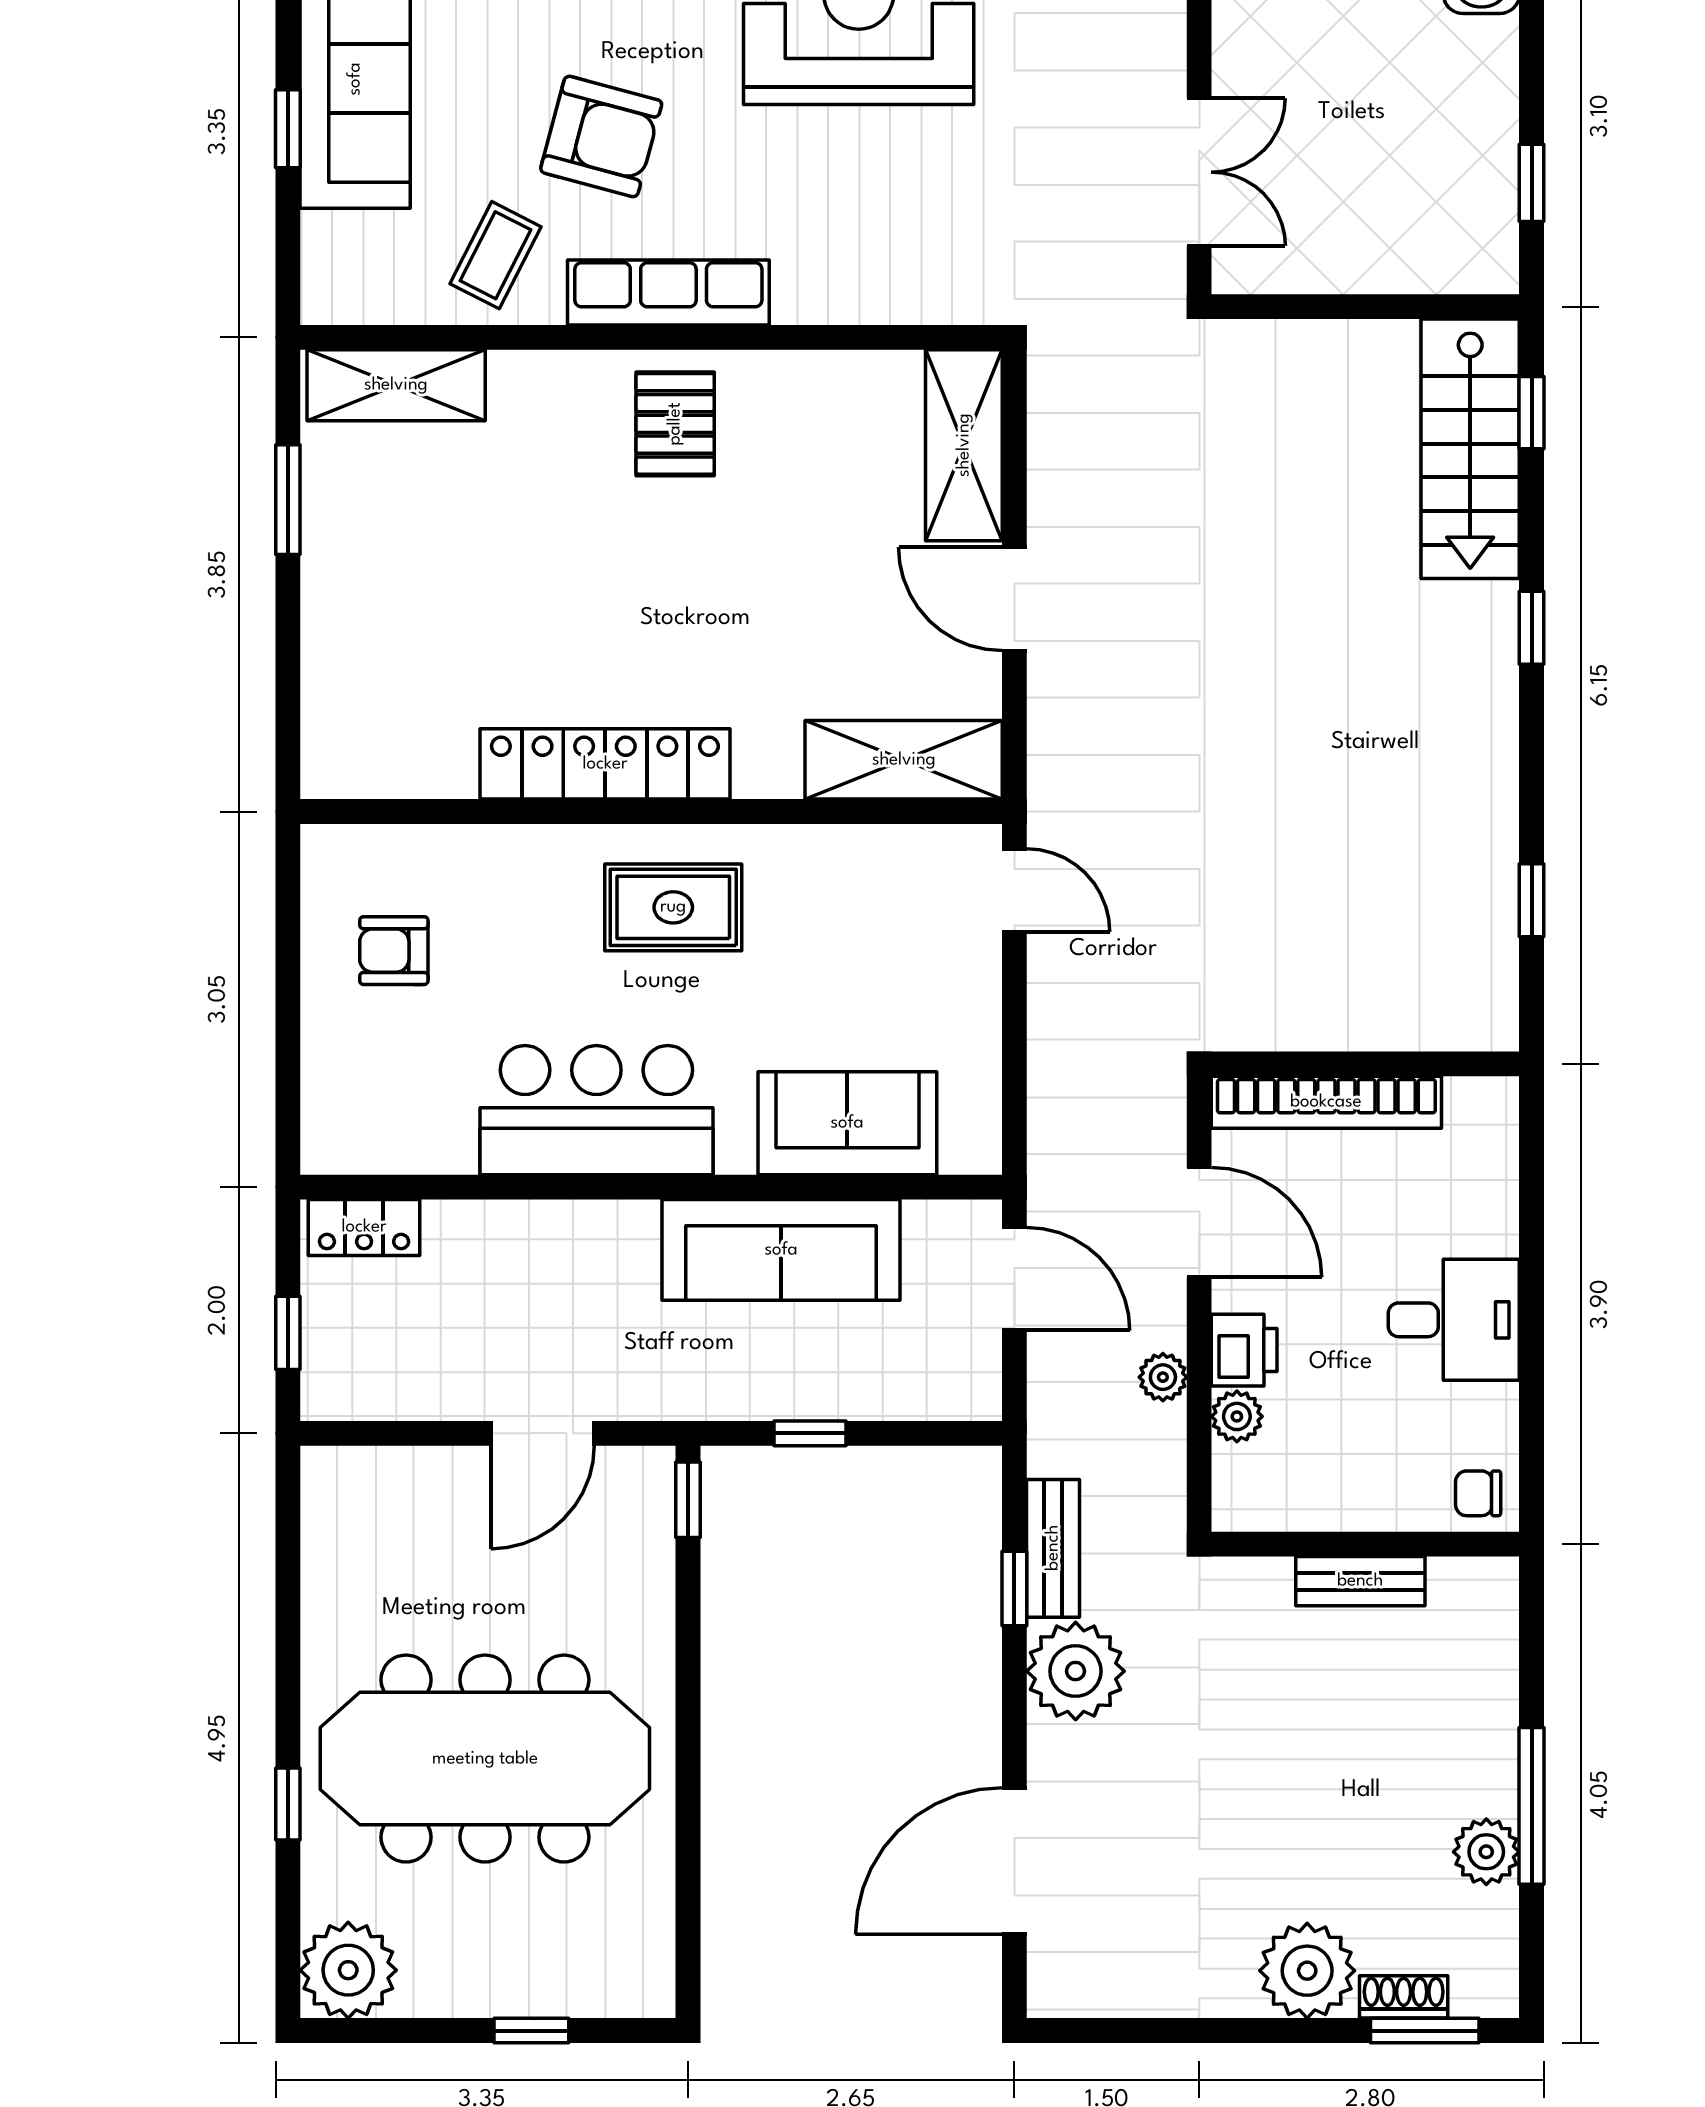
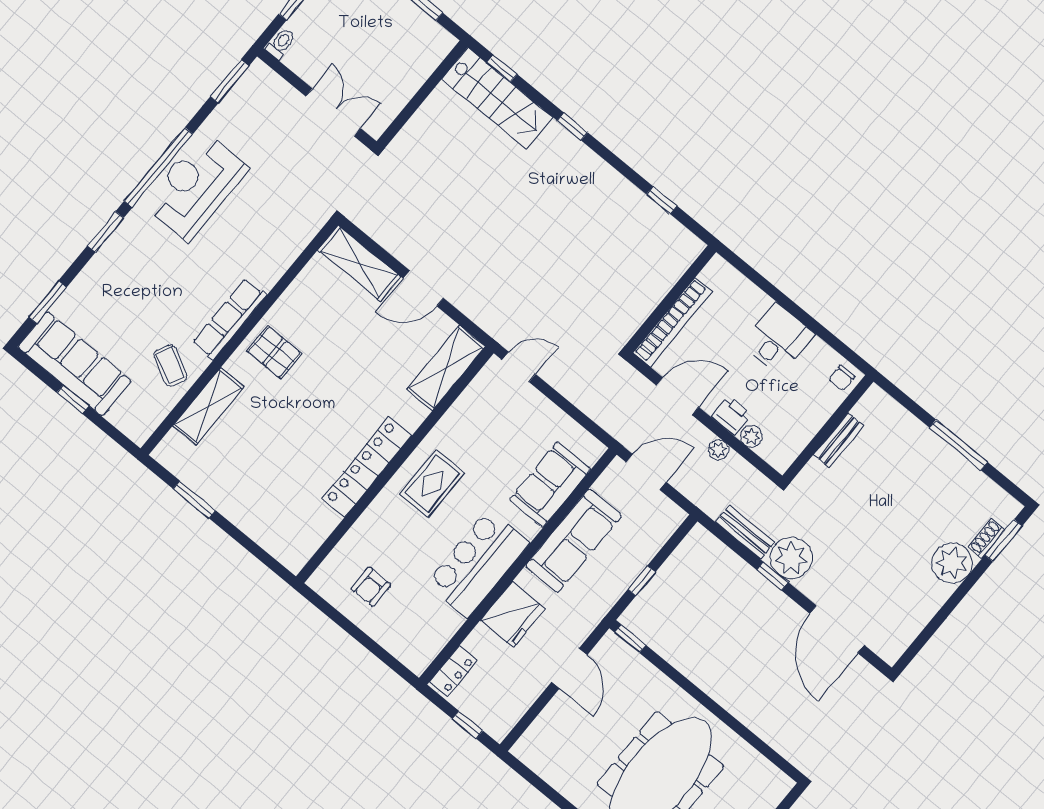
armchair: (601, 136) -> (160, 299), removed
shelving: (396, 385) -> (208, 406), moved
fridge: (556, 1250) -> (513, 614), added
window: (1014, 1588) -> (772, 576), moved
plant: (1486, 1852) -> (961, 472), removed

